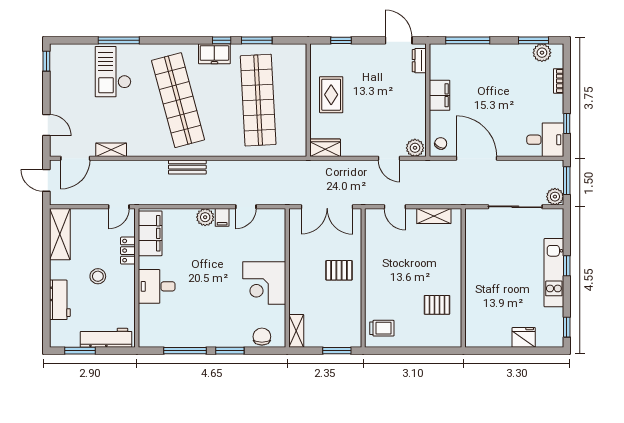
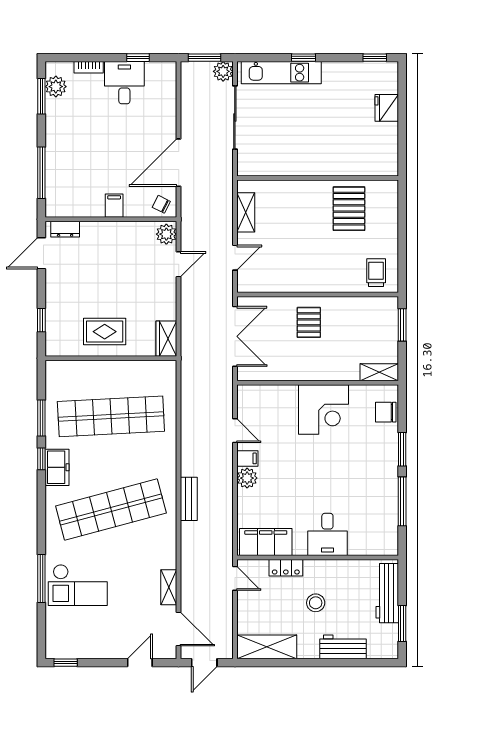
filing cabinet: (440, 95) -> (114, 206), width x0.50
desk: (545, 140) -> (124, 83), moved
kitchen unit: (554, 273) -> (281, 73), moved
pallet: (437, 305) -> (349, 209), width x1.50, depth x1.42

